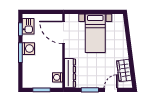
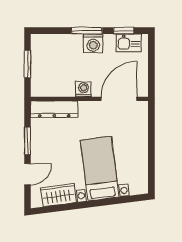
bed with nightstands: (95, 33) -> (100, 169), moved, turned 83
washing machine: (57, 77) -> (83, 89), moved
door: (111, 90) -> (27, 174), hinge flipped

